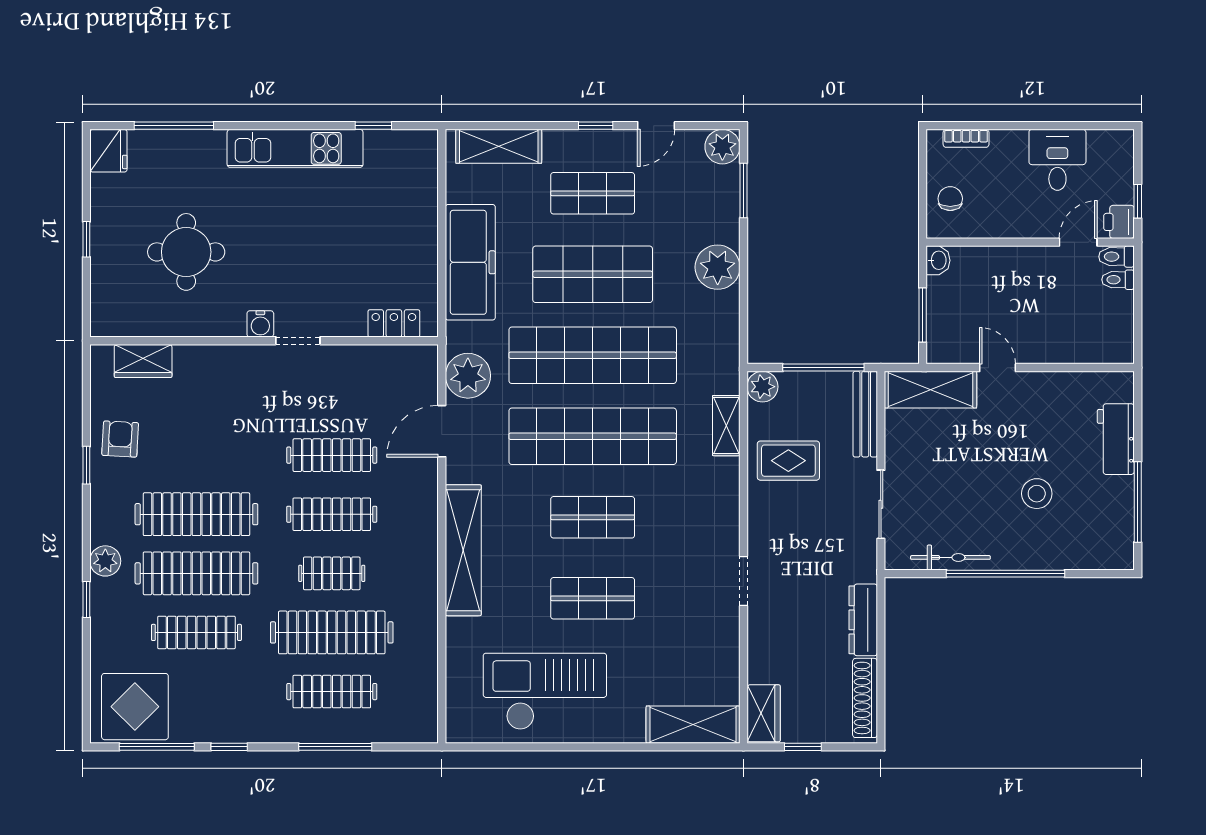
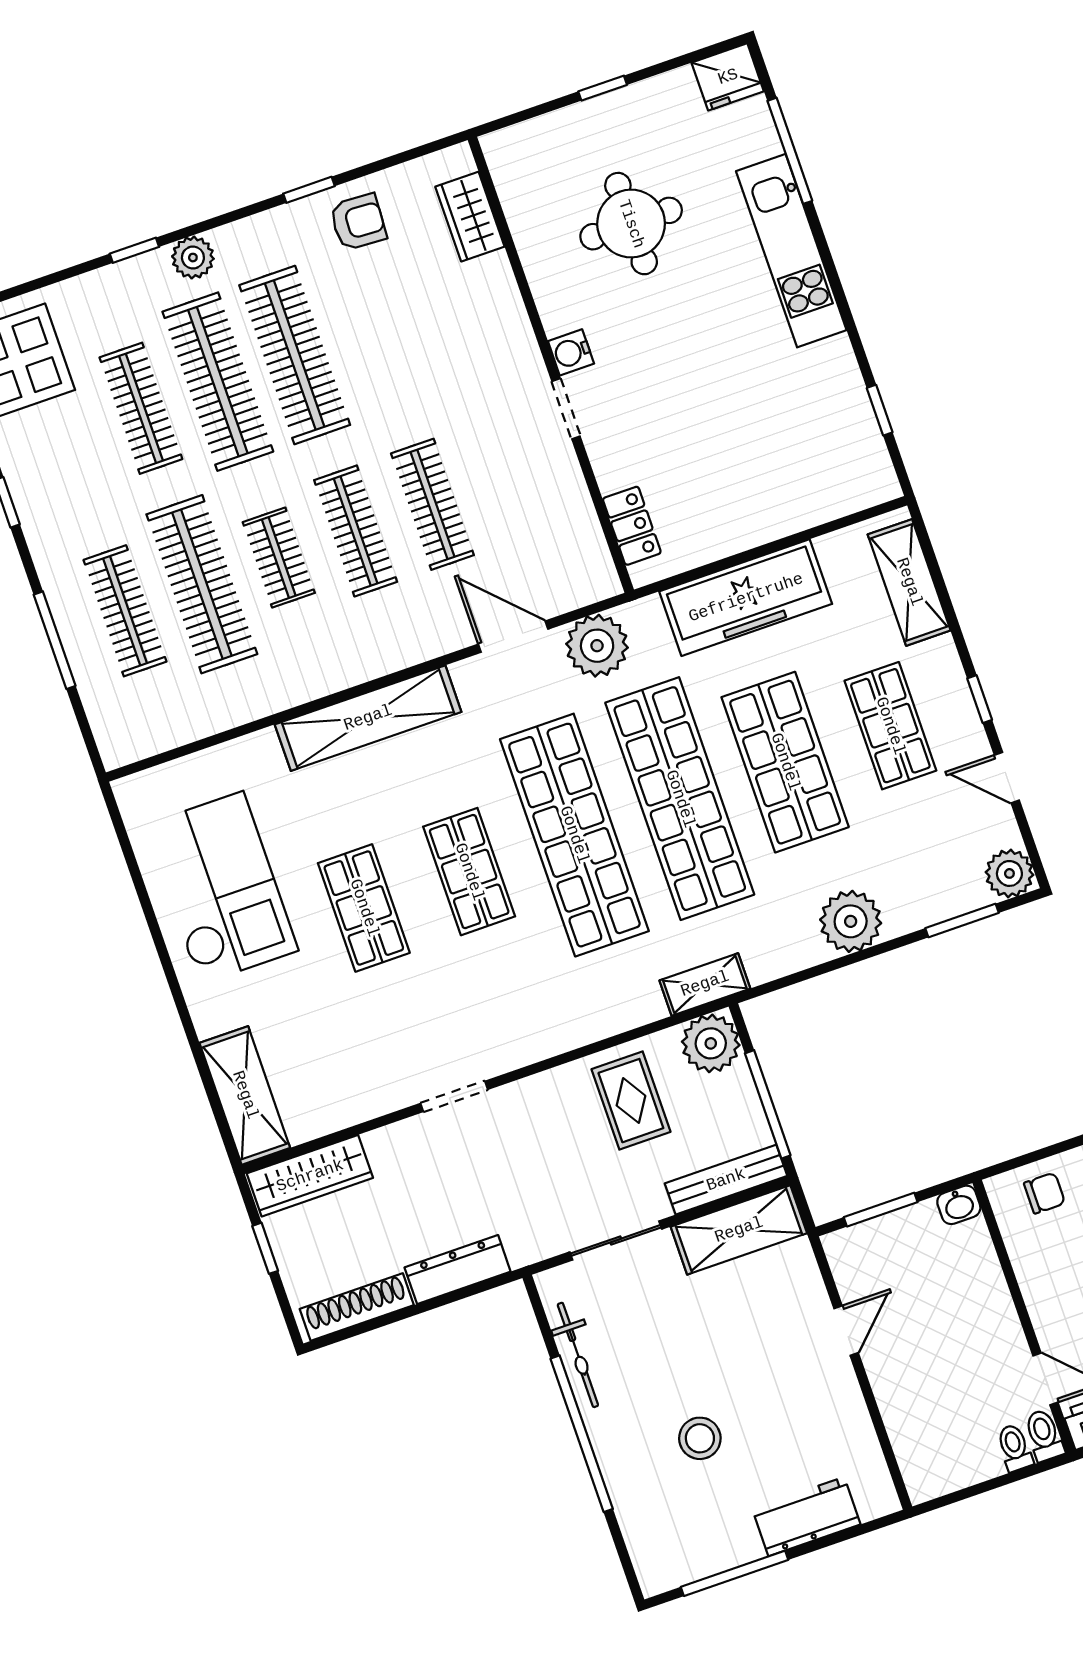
kitchen unit: (295, 148) -> (791, 251), moved
plant: (762, 387) -> (711, 1043), width x1.36, depth x1.36
shelving: (931, 390) -> (739, 1230), moved, turned 90
shelving: (726, 426) -> (705, 984), moved
wardrobe: (764, 713) -> (310, 1176), width x1.50

